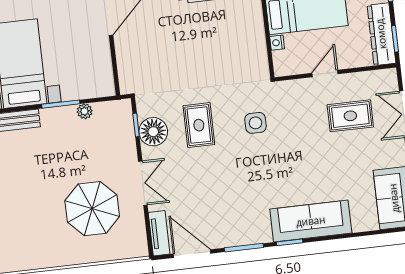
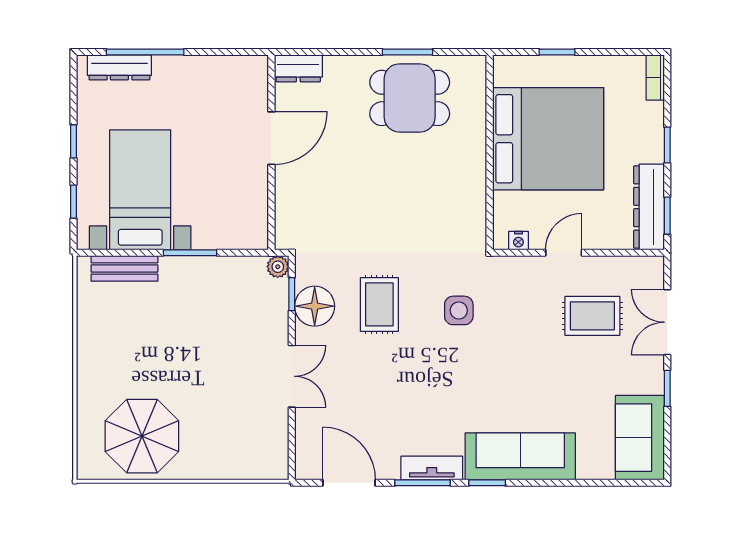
nightstand: (277, 43) -> (518, 241), moved, turned -90
plant: (85, 111) -> (278, 267), moved
parasol: (92, 209) -> (142, 436), moved
tv unit: (159, 233) -> (432, 468), moved, turned -90

